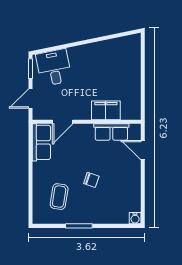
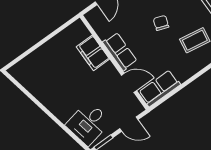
row of seats: (111, 132) -> (120, 52), moved

